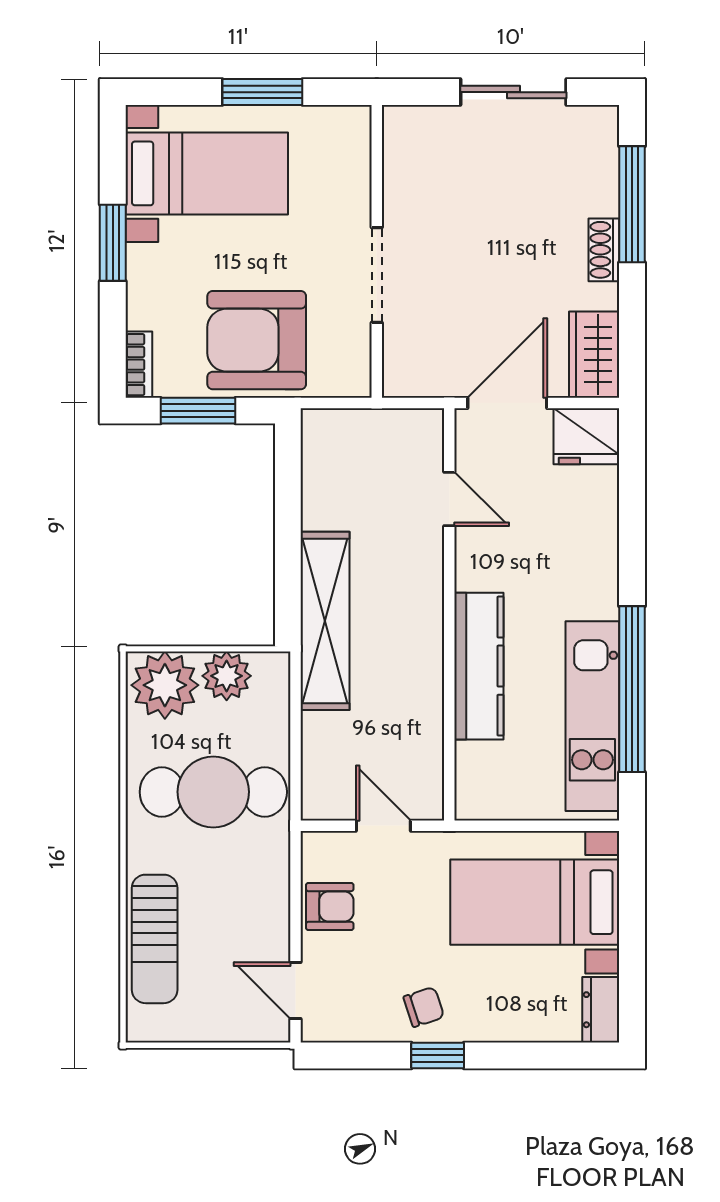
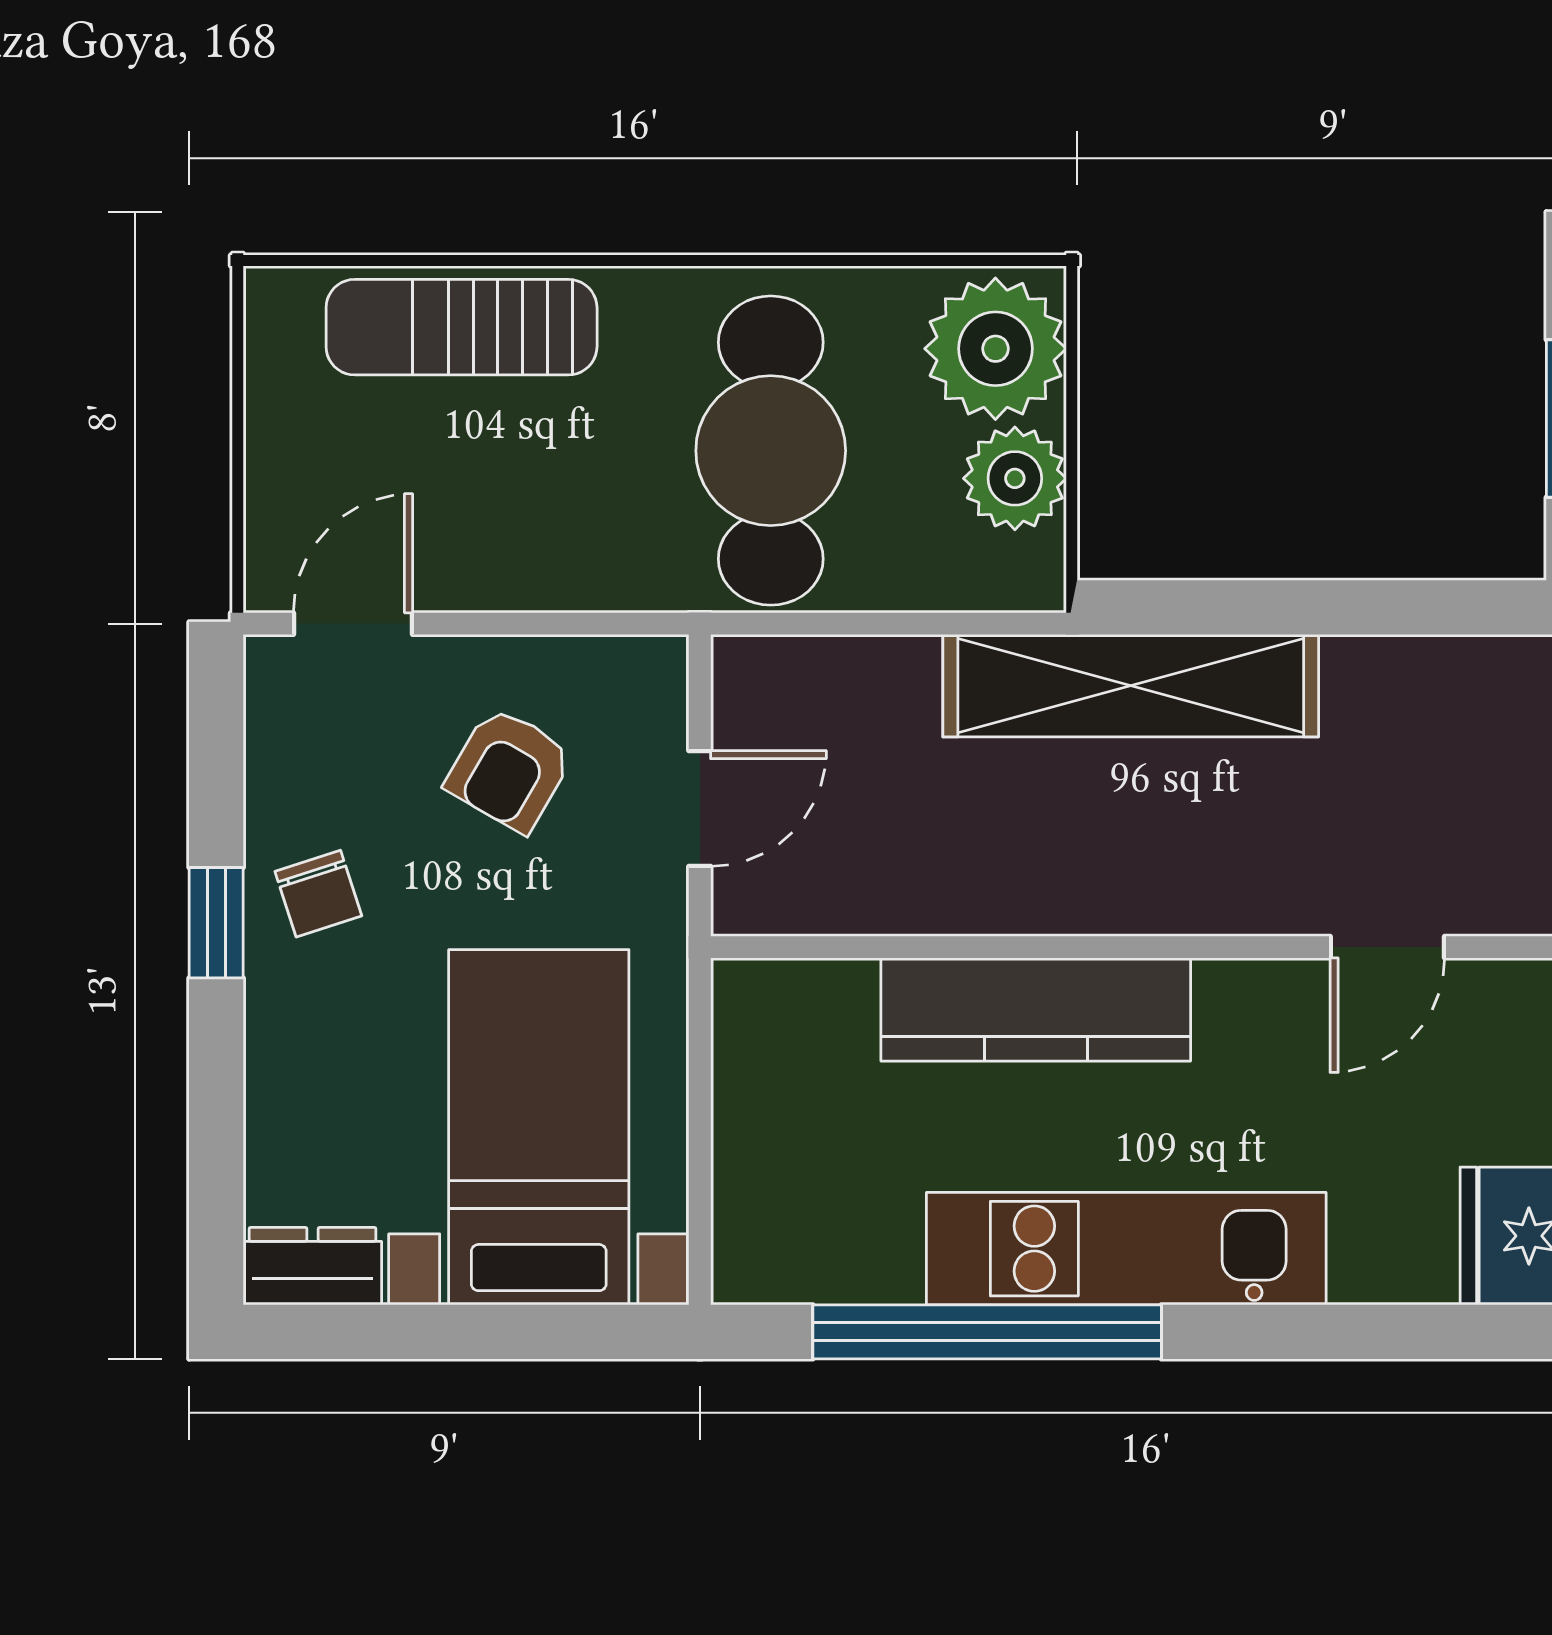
kitchen unit: (592, 716) -> (1126, 1249), moved
armchair: (330, 907) -> (509, 769), moved, turned 30

